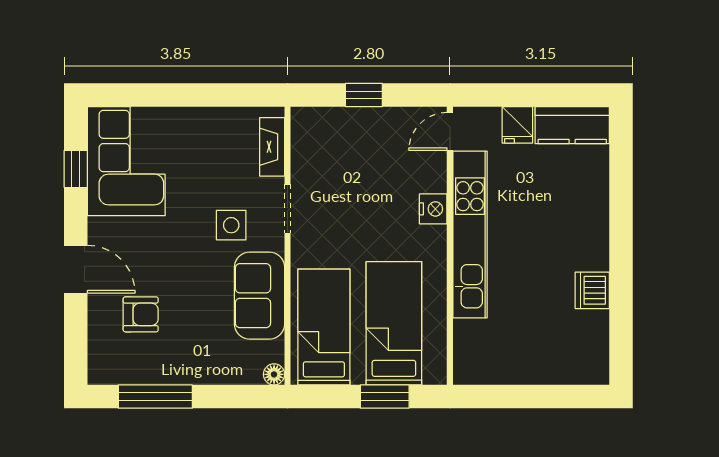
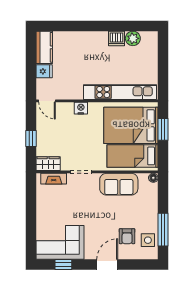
wardrobe: (306, 134) -> (48, 164), added
side table: (231, 225) -> (148, 240), moved
kitchen unit: (470, 234) -> (120, 92), moved
armchair: (141, 314) -> (127, 236), turned 180
bed: (394, 323) -> (131, 125), width x1.50
plant: (592, 328) -> (133, 38), added

